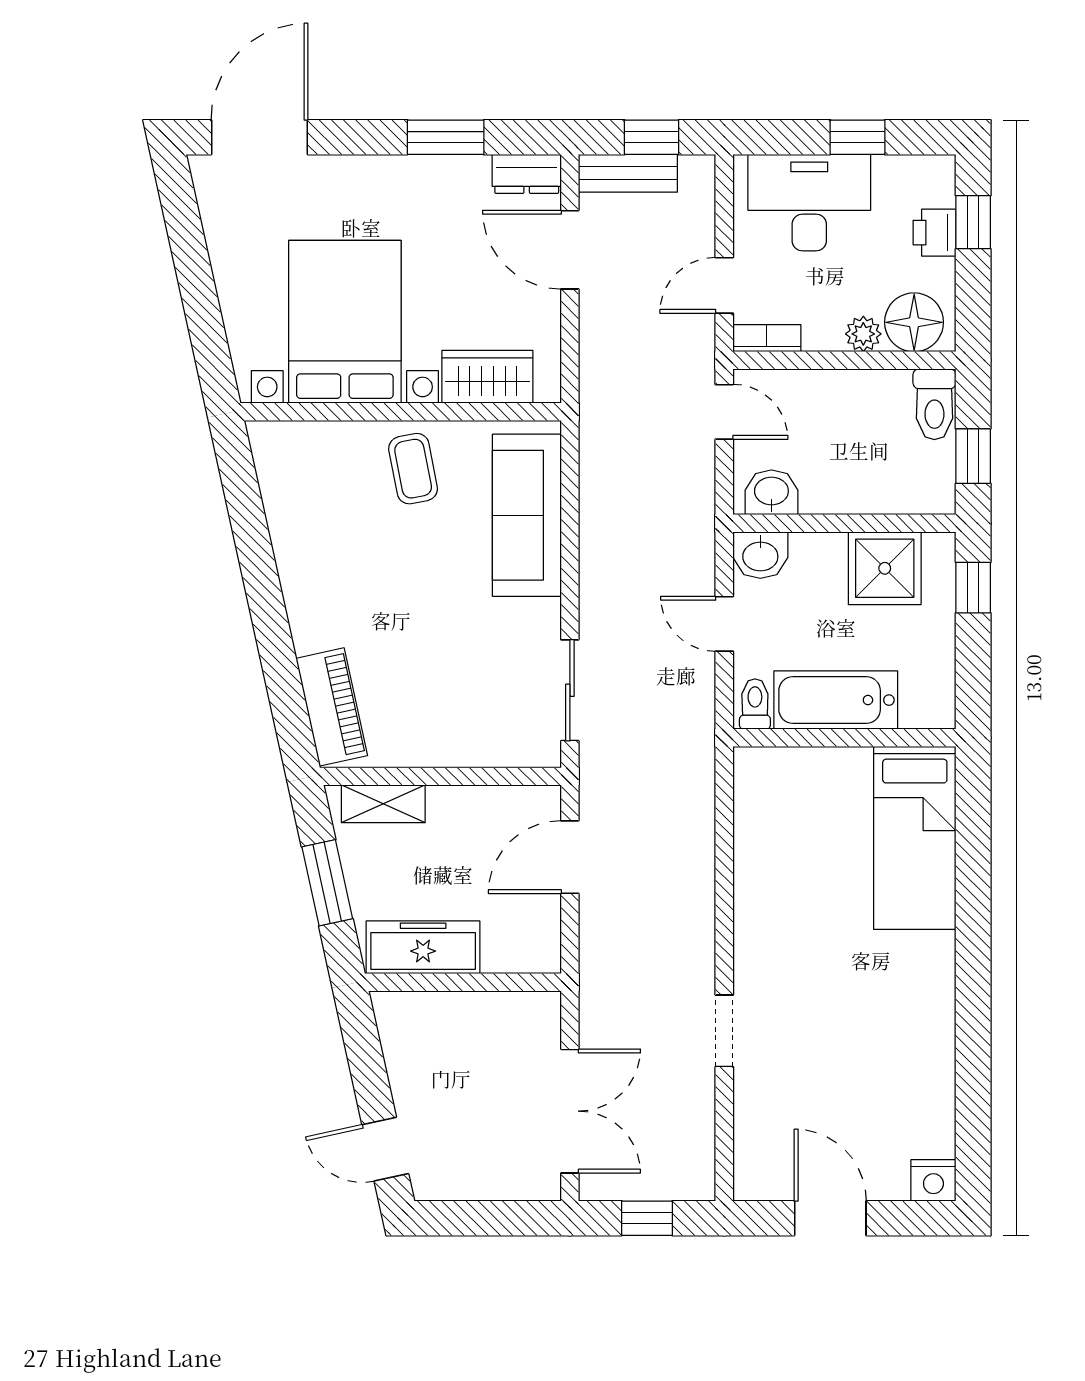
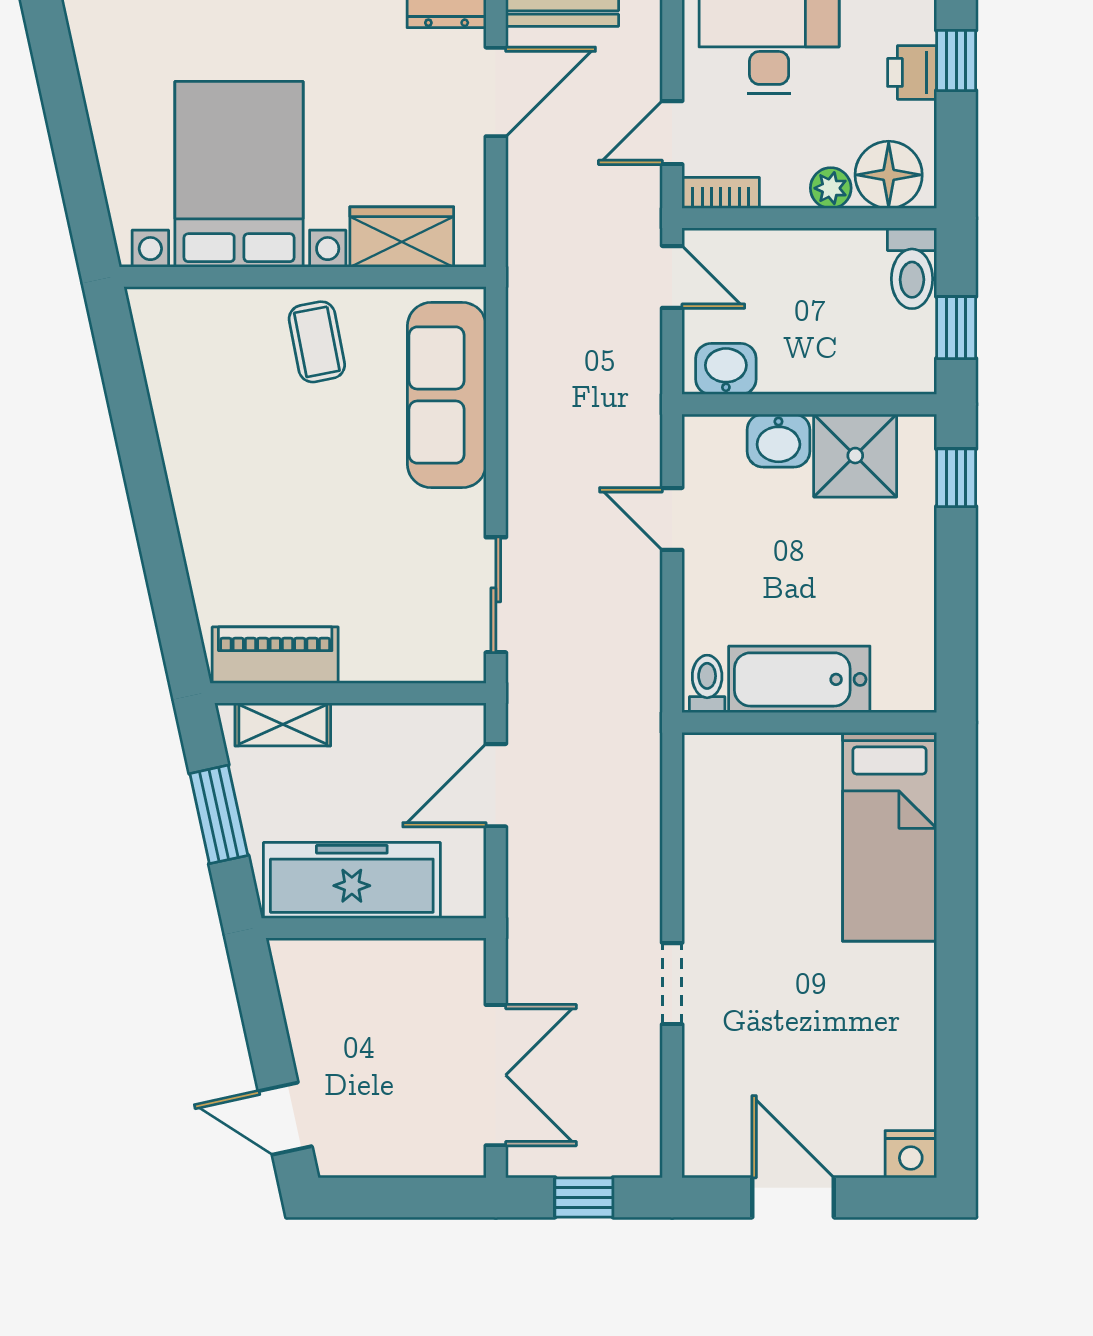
door: (570, 250) -> (496, 92), swing flipped
washbasin: (760, 555) -> (778, 441), moved
bathtub: (836, 700) -> (799, 679), moved
toilet: (755, 704) -> (707, 684), moved
piano: (332, 707) -> (275, 655), moved, turned -78
wall: (844, 738) -> (809, 723), moved
bed: (915, 838) -> (890, 837), moved
freezer: (423, 947) -> (352, 880), width x1.36, depth x1.26

